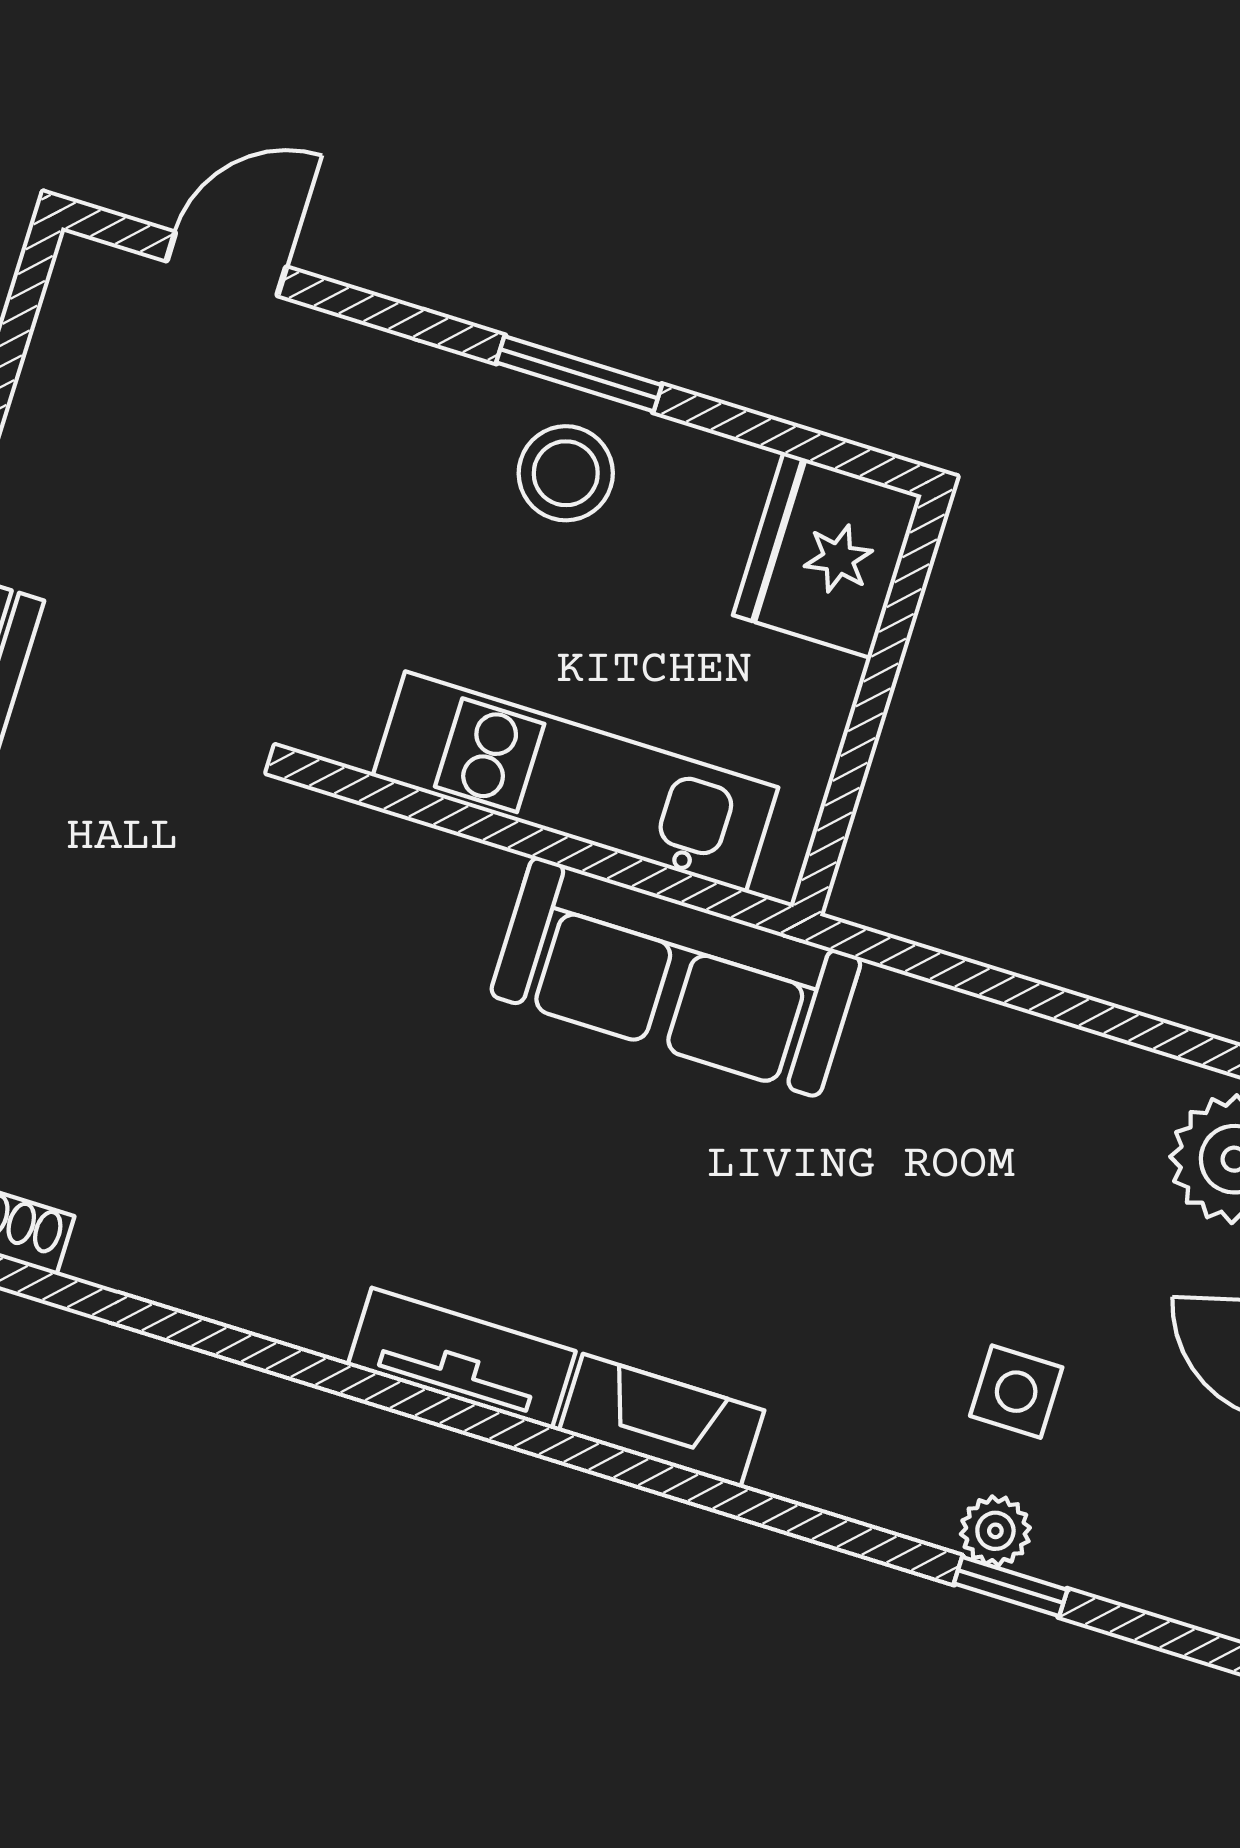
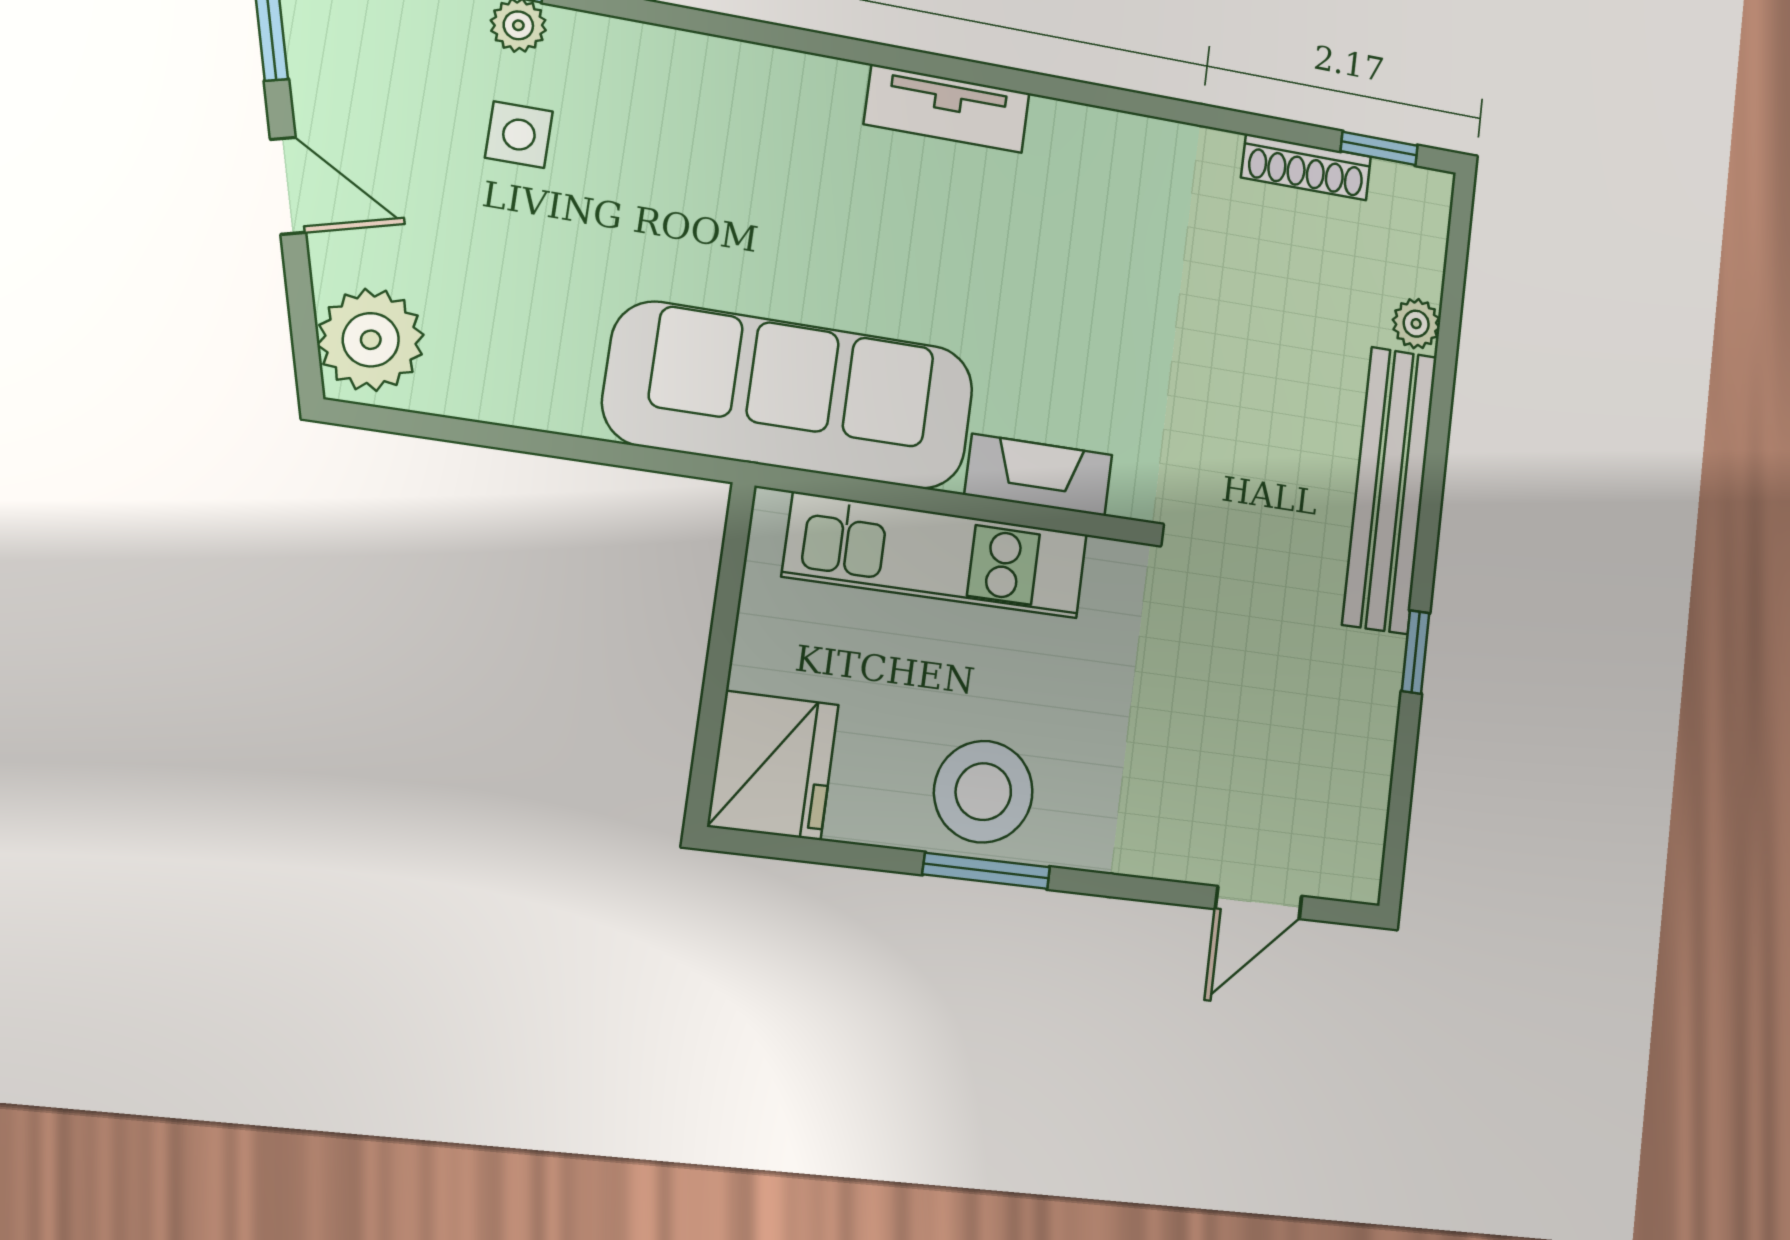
stool: (566, 473) -> (983, 792), width x1.38, depth x1.38
sofa: (676, 977) -> (790, 396), width x1.36, depth x1.27
fireplace: (661, 1421) -> (1039, 475), moved, turned 180

